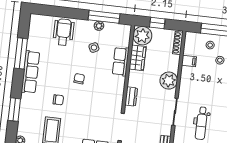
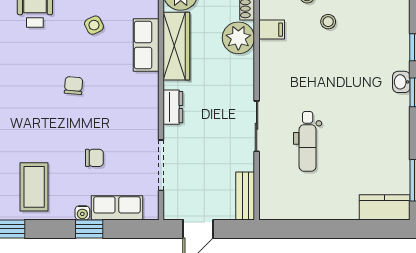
wardrobe: (138, 58) -> (176, 46), width x1.50
plant: (169, 81) -> (238, 38), moved
chair: (58, 100) -> (94, 158), moved

